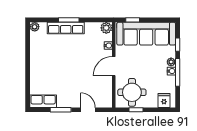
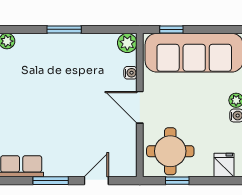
row of seats: (66, 28) -> (59, 43), removed
door: (114, 66) -> (140, 107), hinge flipped
door: (88, 110) -> (96, 181), hinge flipped

